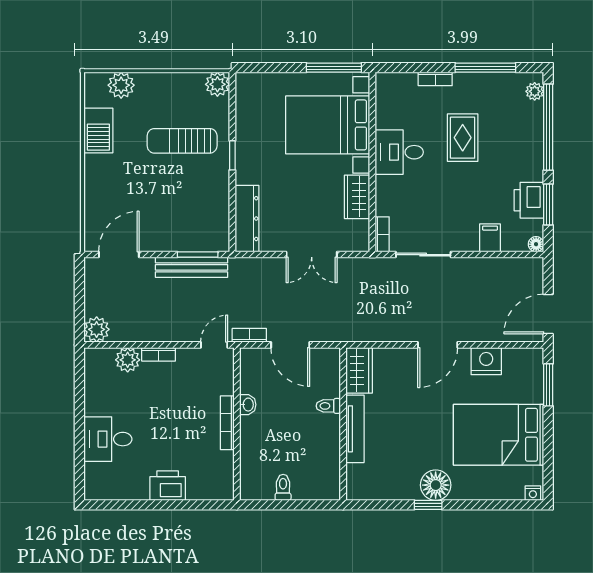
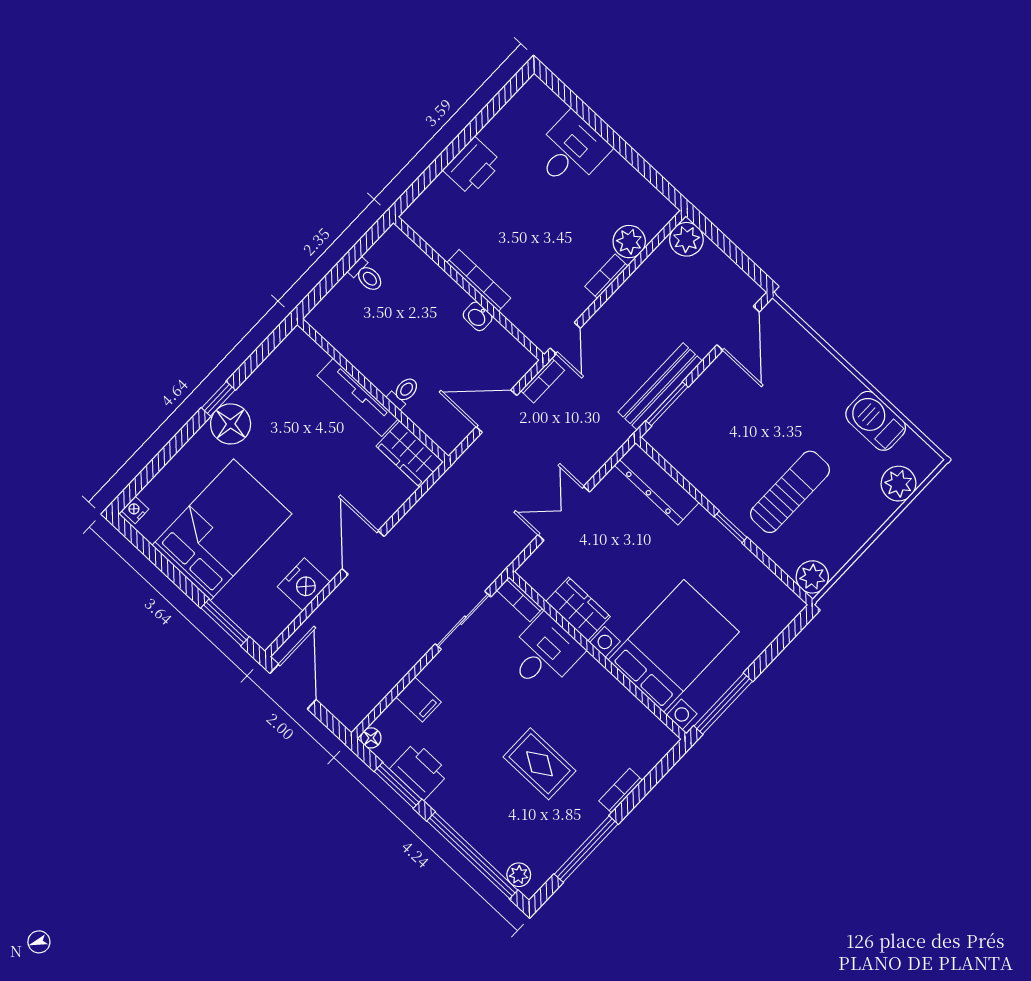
desk: (399, 152) -> (544, 653), moved

